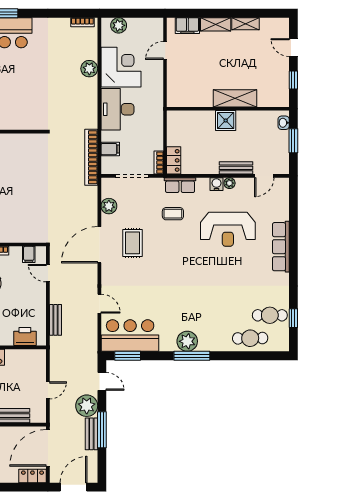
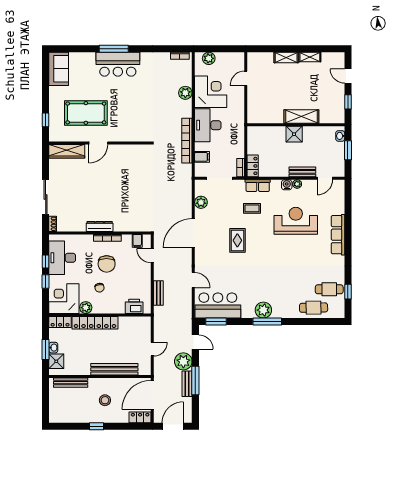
filing cabinet: (187, 26) -> (264, 59), removed
bookcase: (91, 157) -> (187, 141), moved
reception desk: (228, 229) -> (296, 221), turned 180
rug: (132, 243) -> (237, 240), moved

